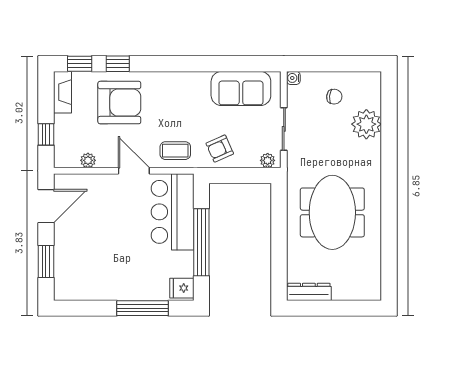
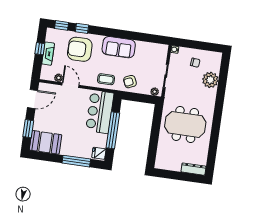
sofa: (241, 88) -> (119, 47), moved
fireplace: (62, 92) -> (48, 54), moved
armchair: (119, 103) -> (80, 49), turned 180
window: (46, 134) -> (40, 49), moved
door: (134, 171) -> (70, 85), moved
meeting table: (332, 212) -> (185, 124), turned 90
booth: (81, 282) -> (46, 142), added
dresser: (309, 292) -> (194, 169), moved

